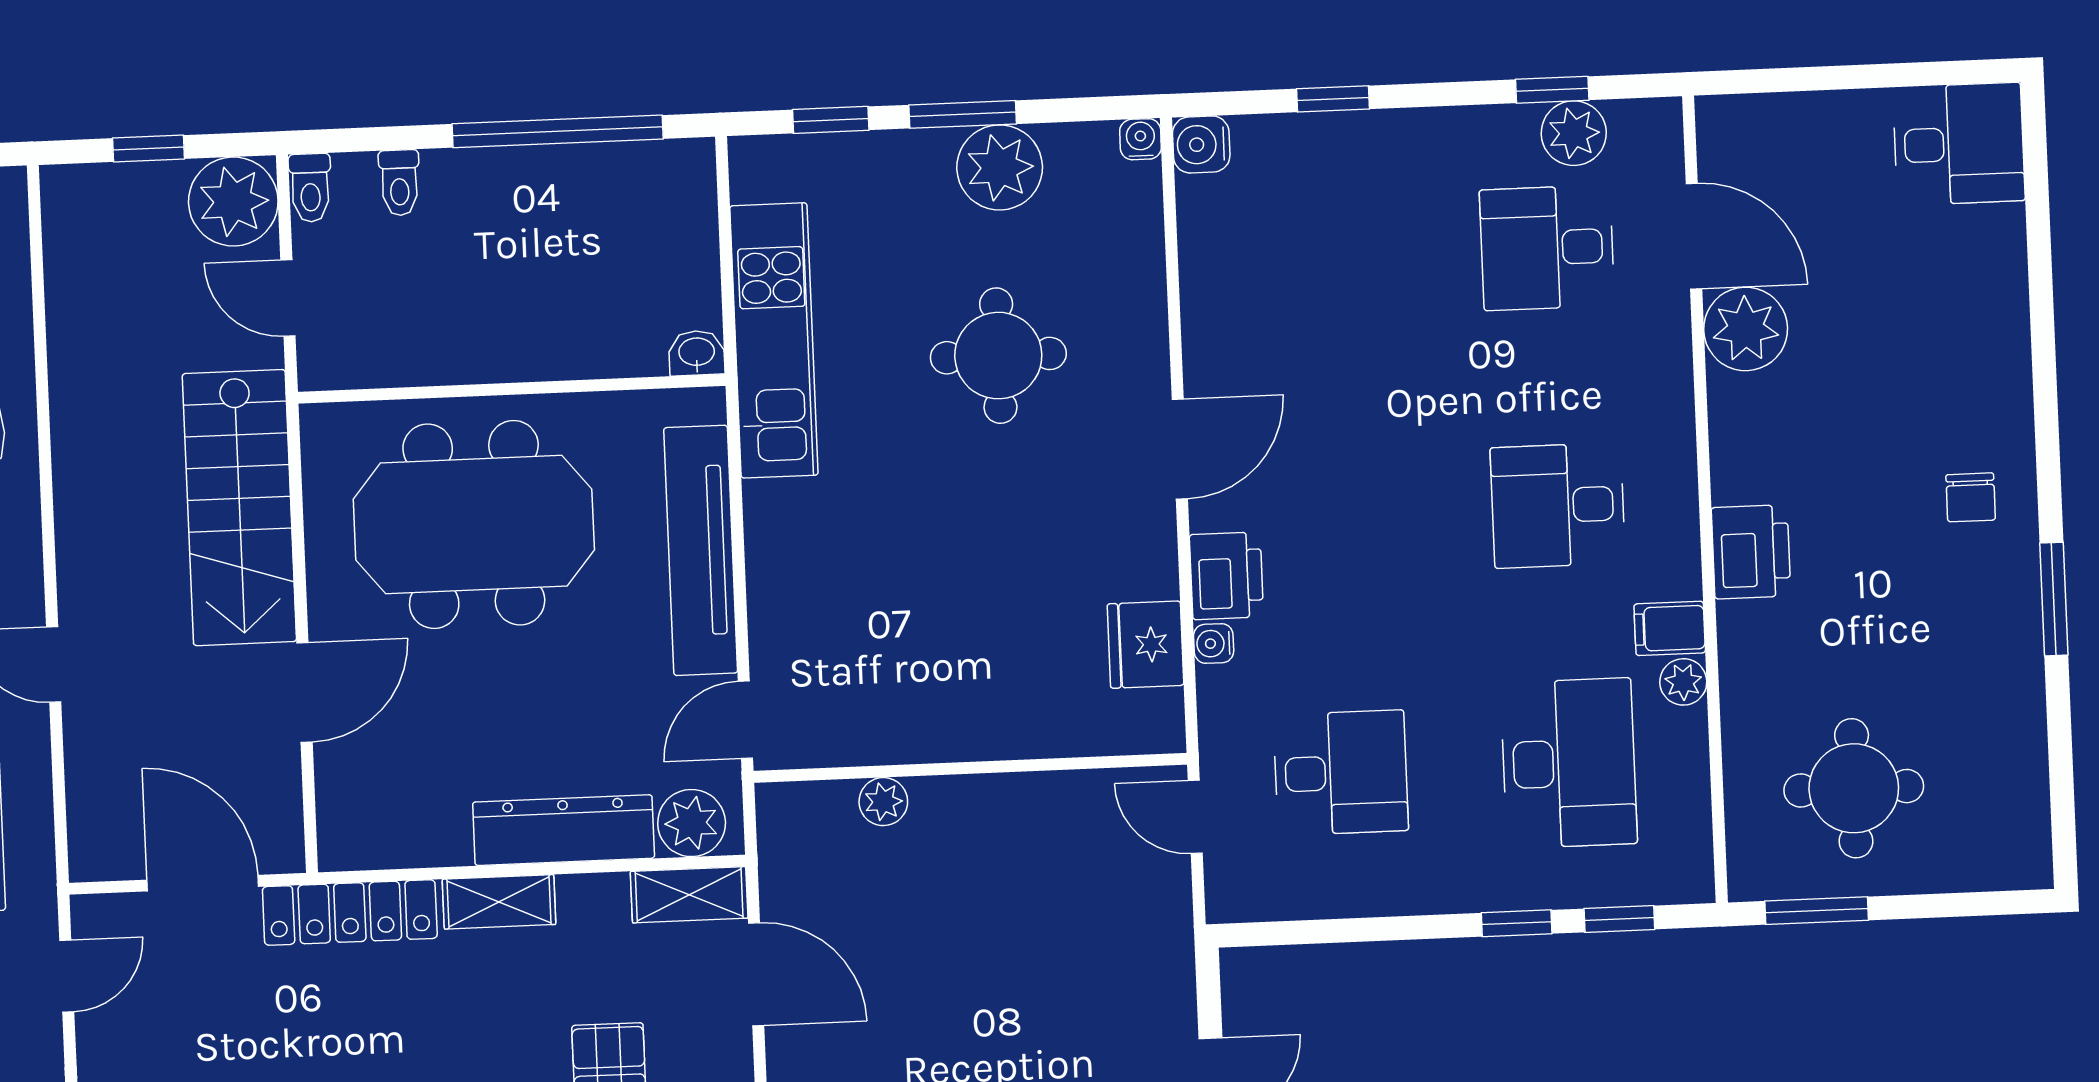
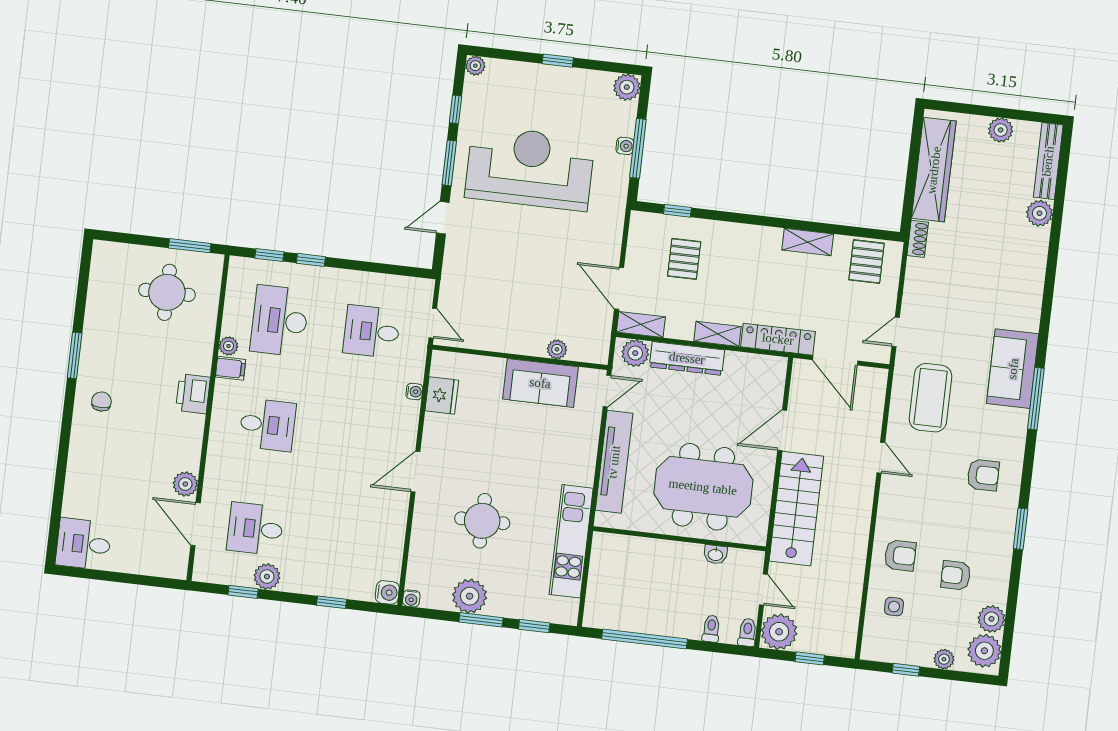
plant: (1574, 133) -> (267, 577), moved
desk: (1547, 248) -> (255, 529), turned 180
plant: (1746, 329) -> (185, 484), width x0.73, depth x0.73
washbasin: (697, 353) -> (715, 554), moved
printer: (1226, 576) -> (405, 418), removed
sofa: (910, 714) -> (540, 383), added

